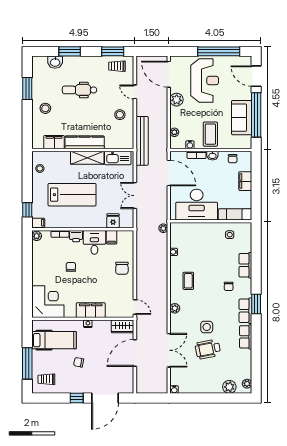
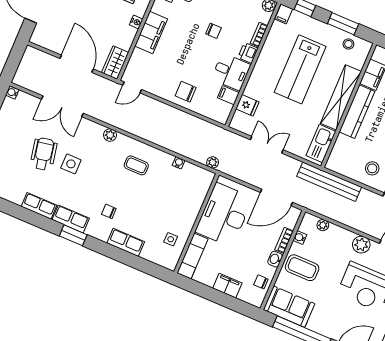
sofa: (242, 118) -> (289, 307), moved
shelving: (87, 158) -> (341, 97), width x1.47
window: (27, 178) -> (343, 24), added

